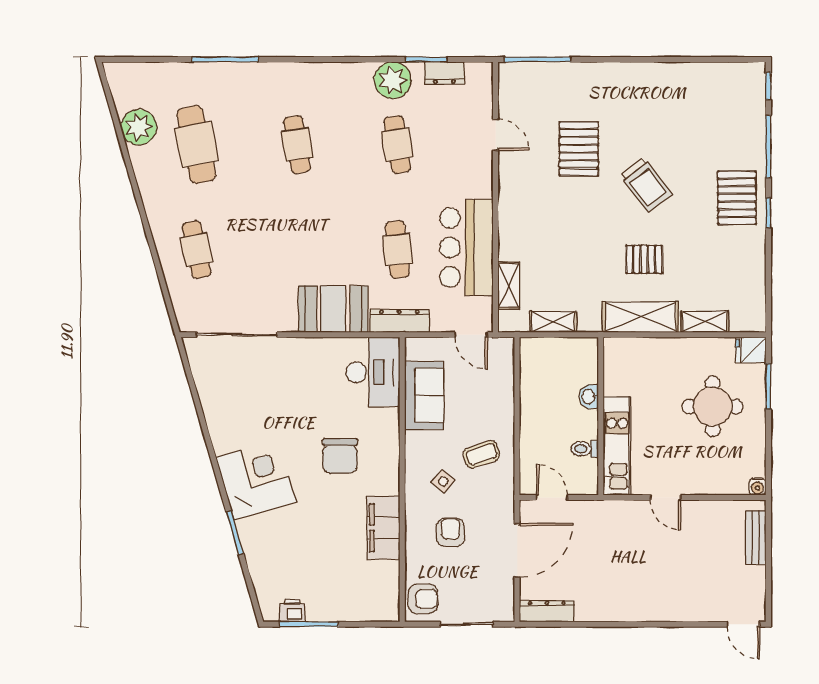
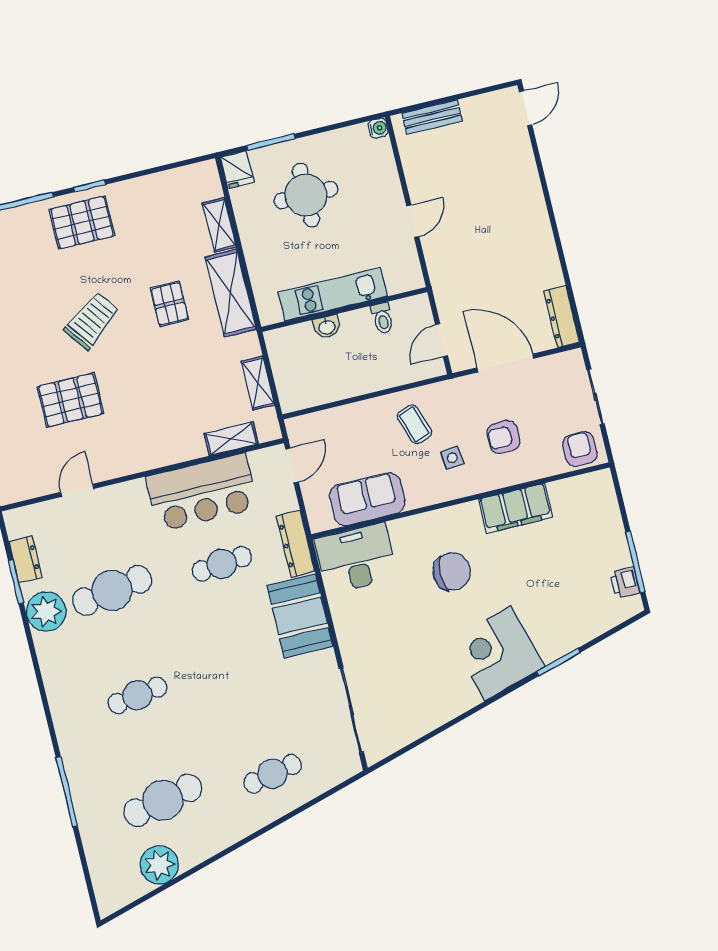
cafe table: (397, 144) -> (112, 590), width x1.37, depth x1.35
kitchen unit: (617, 446) -> (333, 294), moved
side table: (443, 481) -> (452, 458), turned 45

